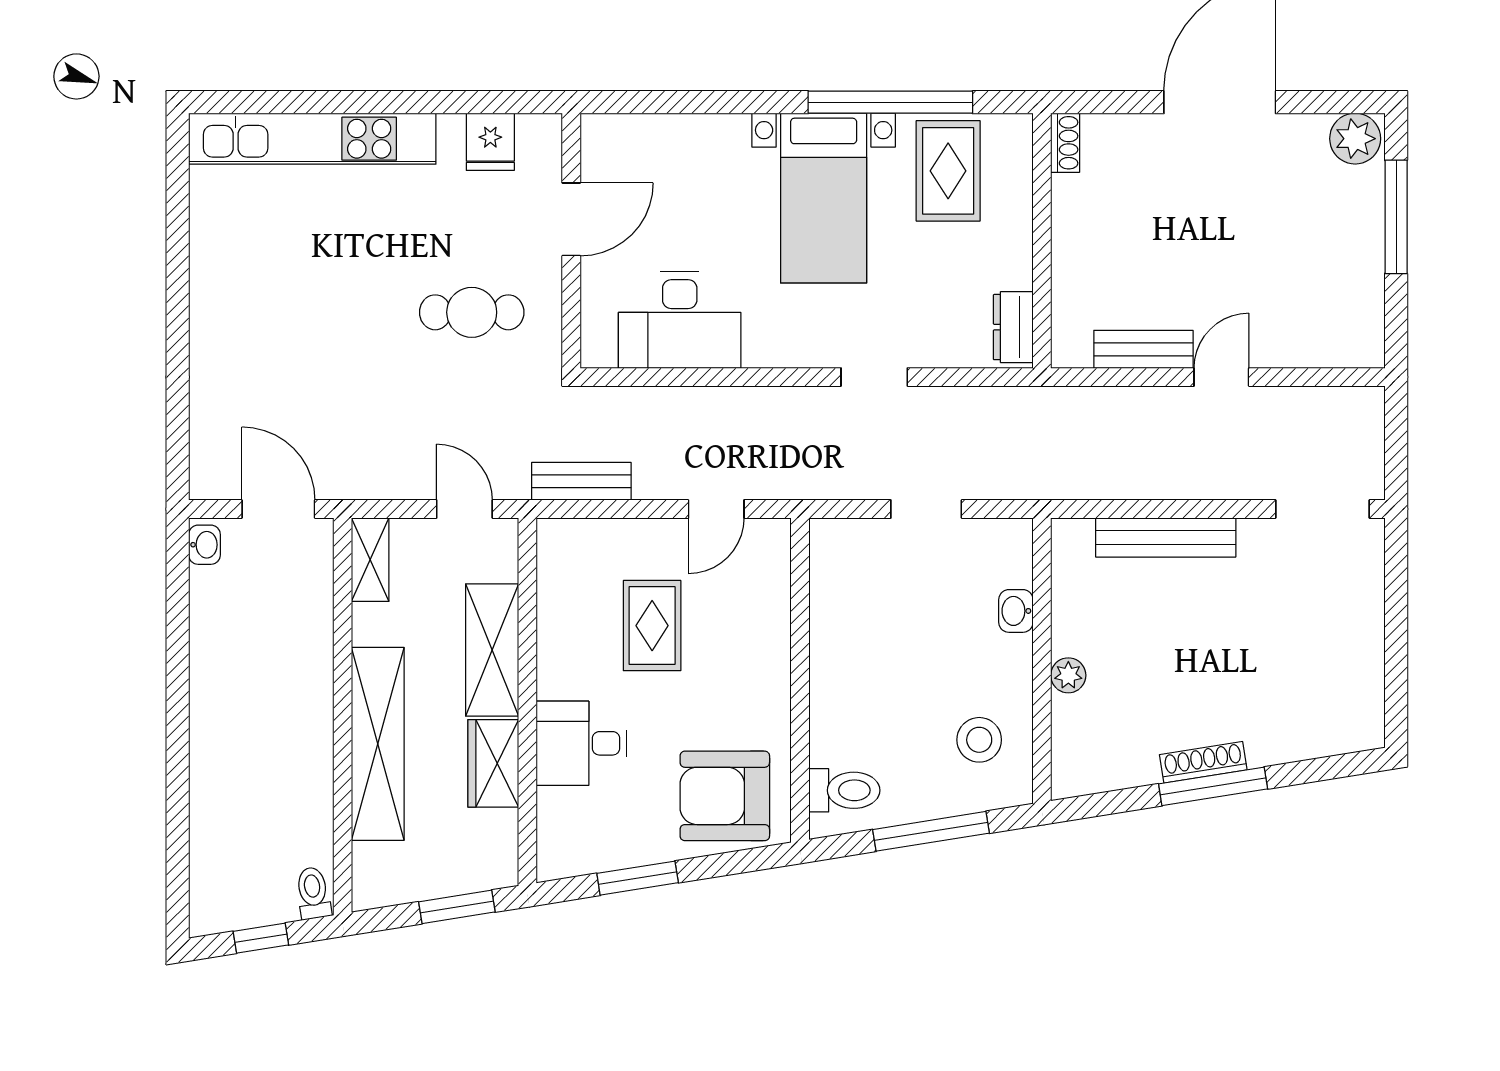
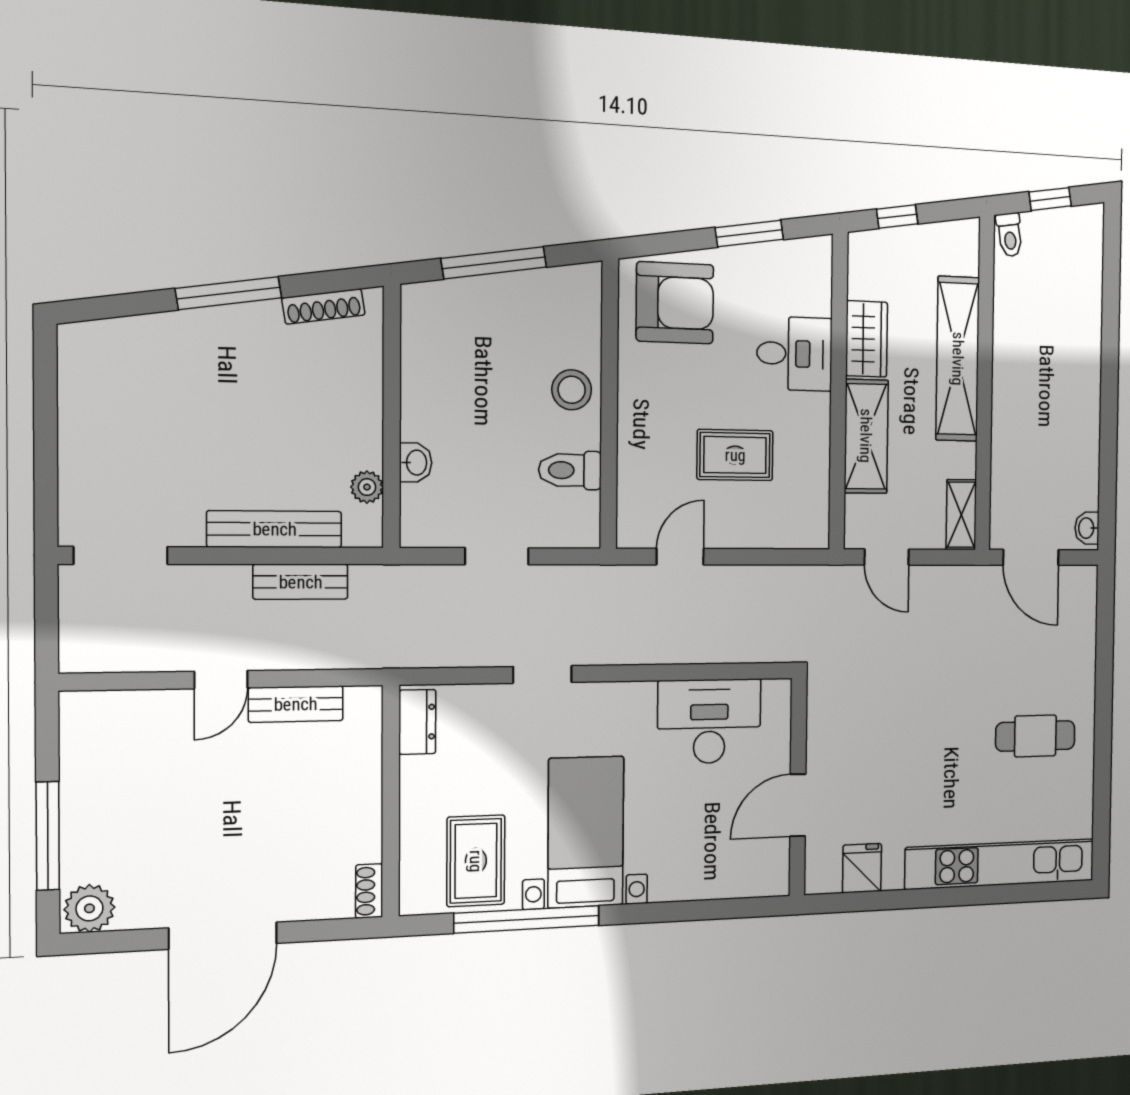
cafe table: (472, 312) -> (1035, 736), moved
bench: (581, 481) -> (301, 582), moved
rug: (652, 626) -> (735, 455), turned 90
plant: (1068, 675) -> (367, 487), moved
stool: (979, 740) -> (572, 390), moved
shoe rack: (1203, 762) -> (324, 306), moved
toilet: (844, 790) -> (570, 470), moved
window: (457, 907) -> (897, 217), width x0.67

